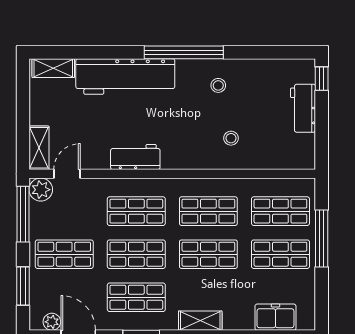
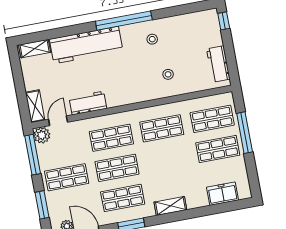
workbench: (303, 108) -> (218, 64), moved
workbench: (135, 157) -> (88, 103), moved
shop shelf: (208, 254) -> (167, 158), removed

